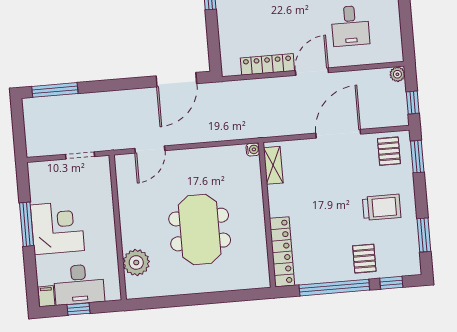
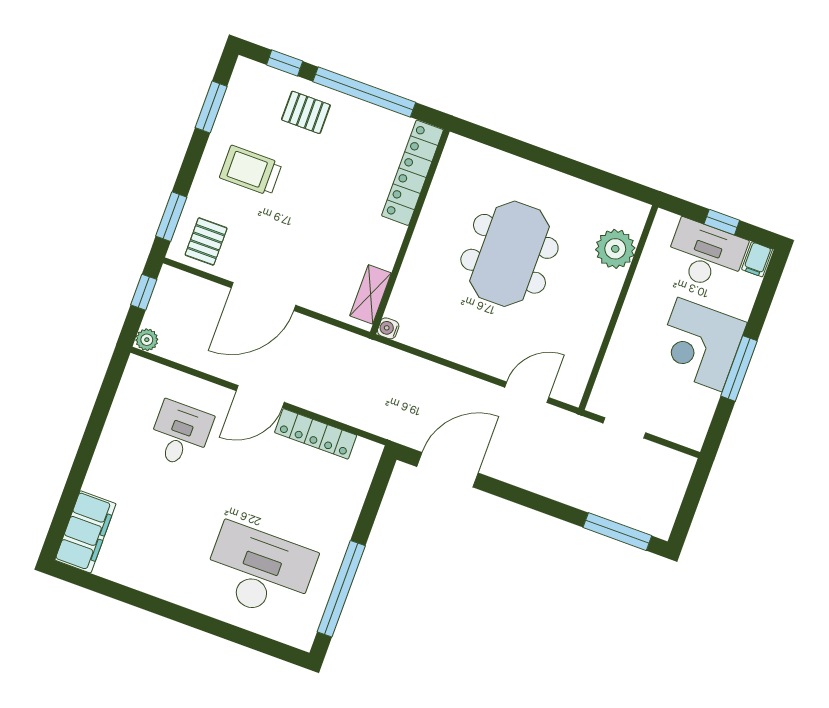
pallet: (364, 259) -> (306, 112), turned 90

